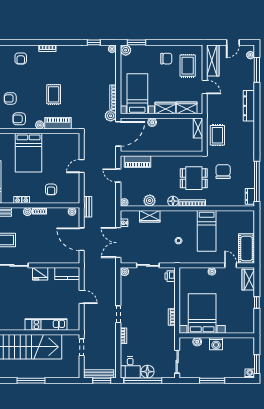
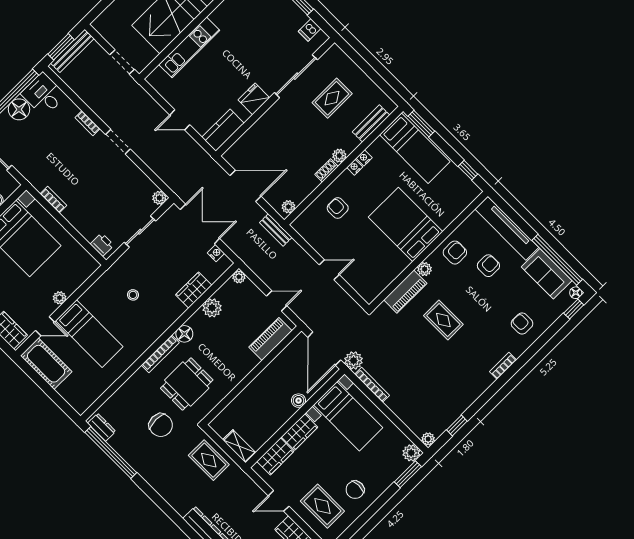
door: (82, 166) -> (329, 270), hinge flipped
bed: (207, 231) -> (89, 334), moved, turned 180

